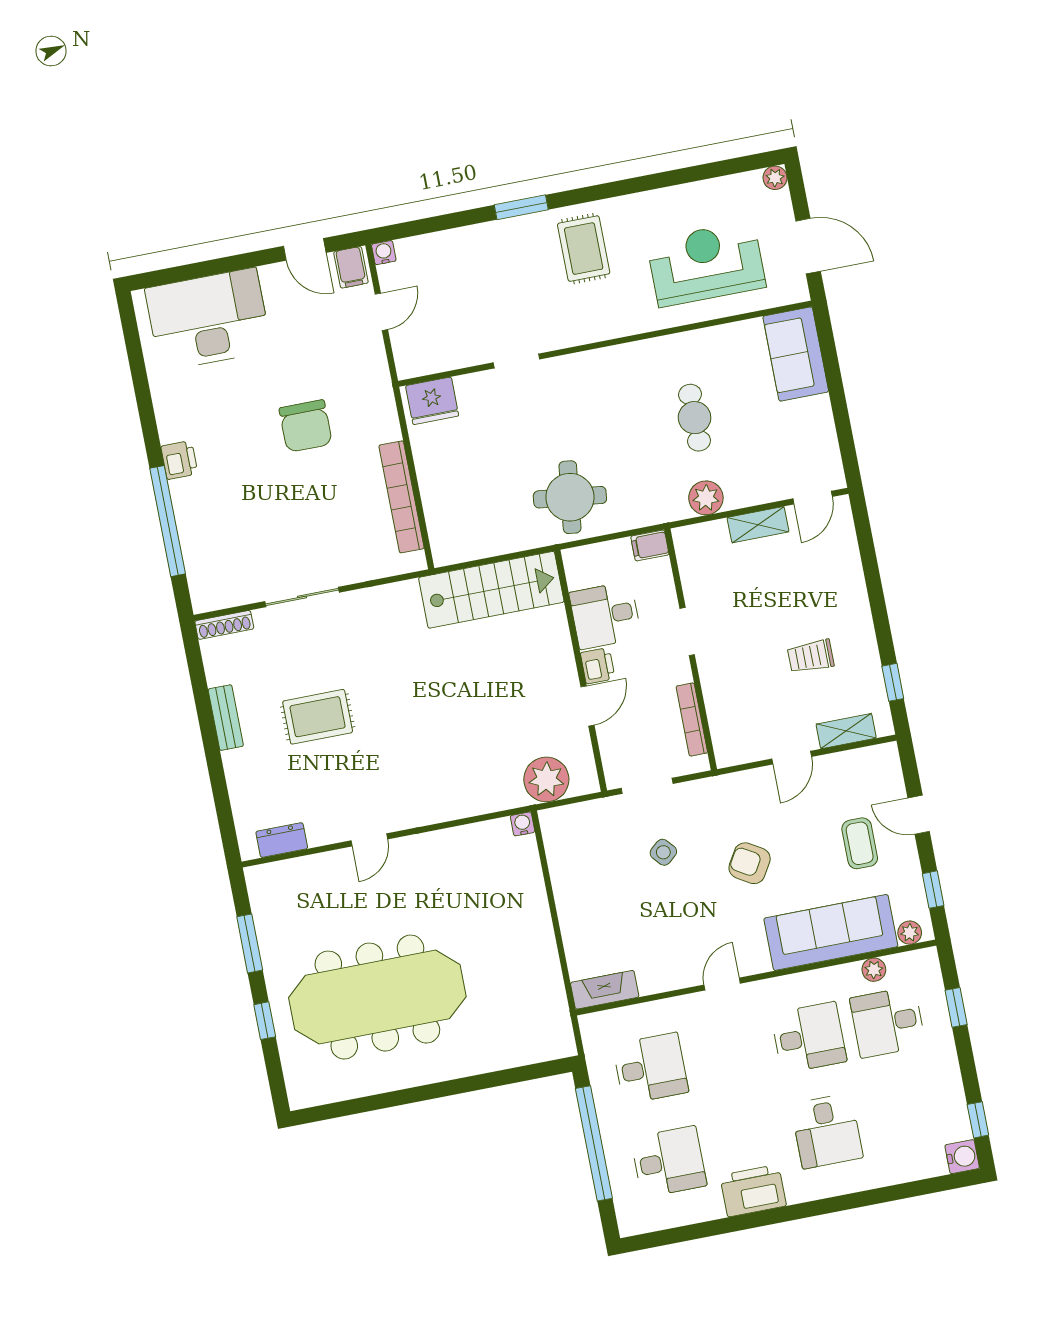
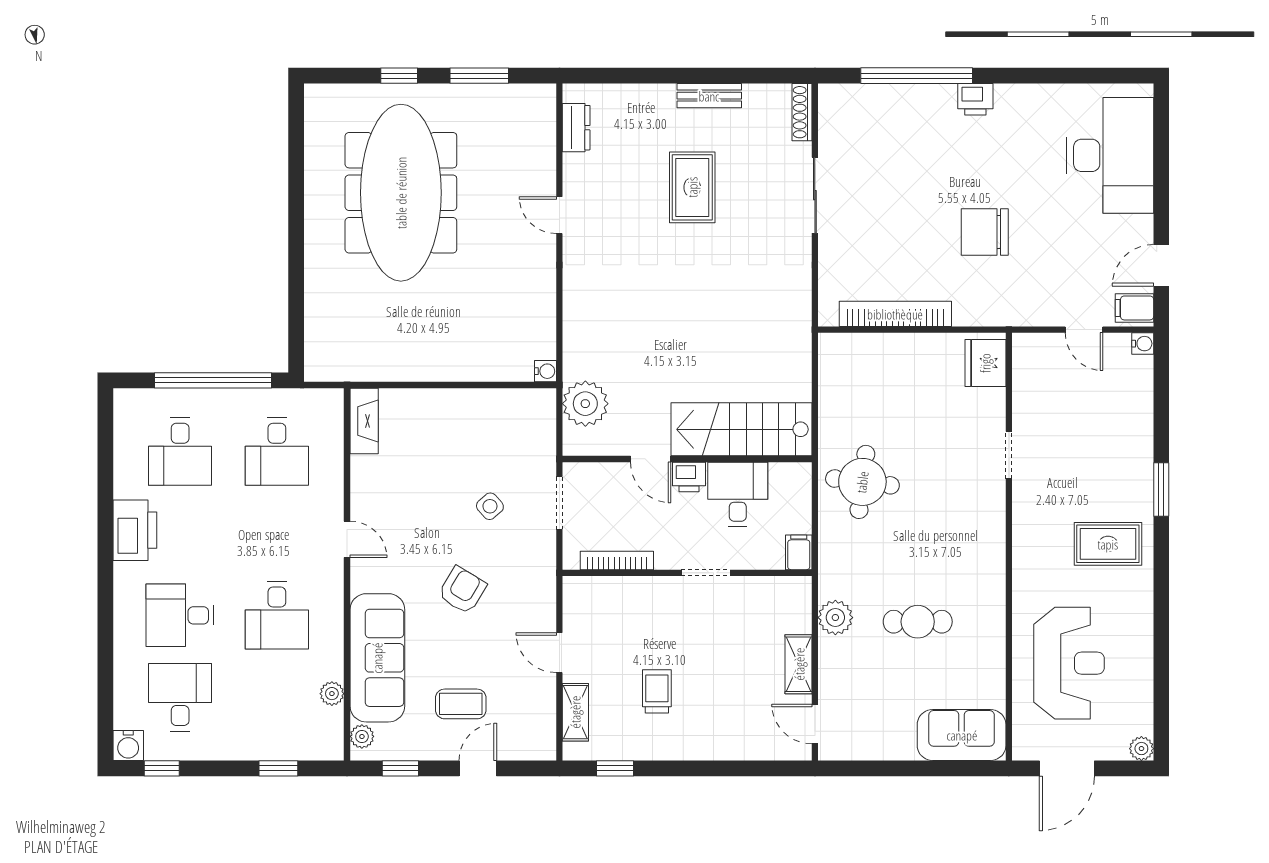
stairs: (491, 590) -> (741, 429), moved, turned 90
desk: (888, 1022) -> (180, 697), moved

